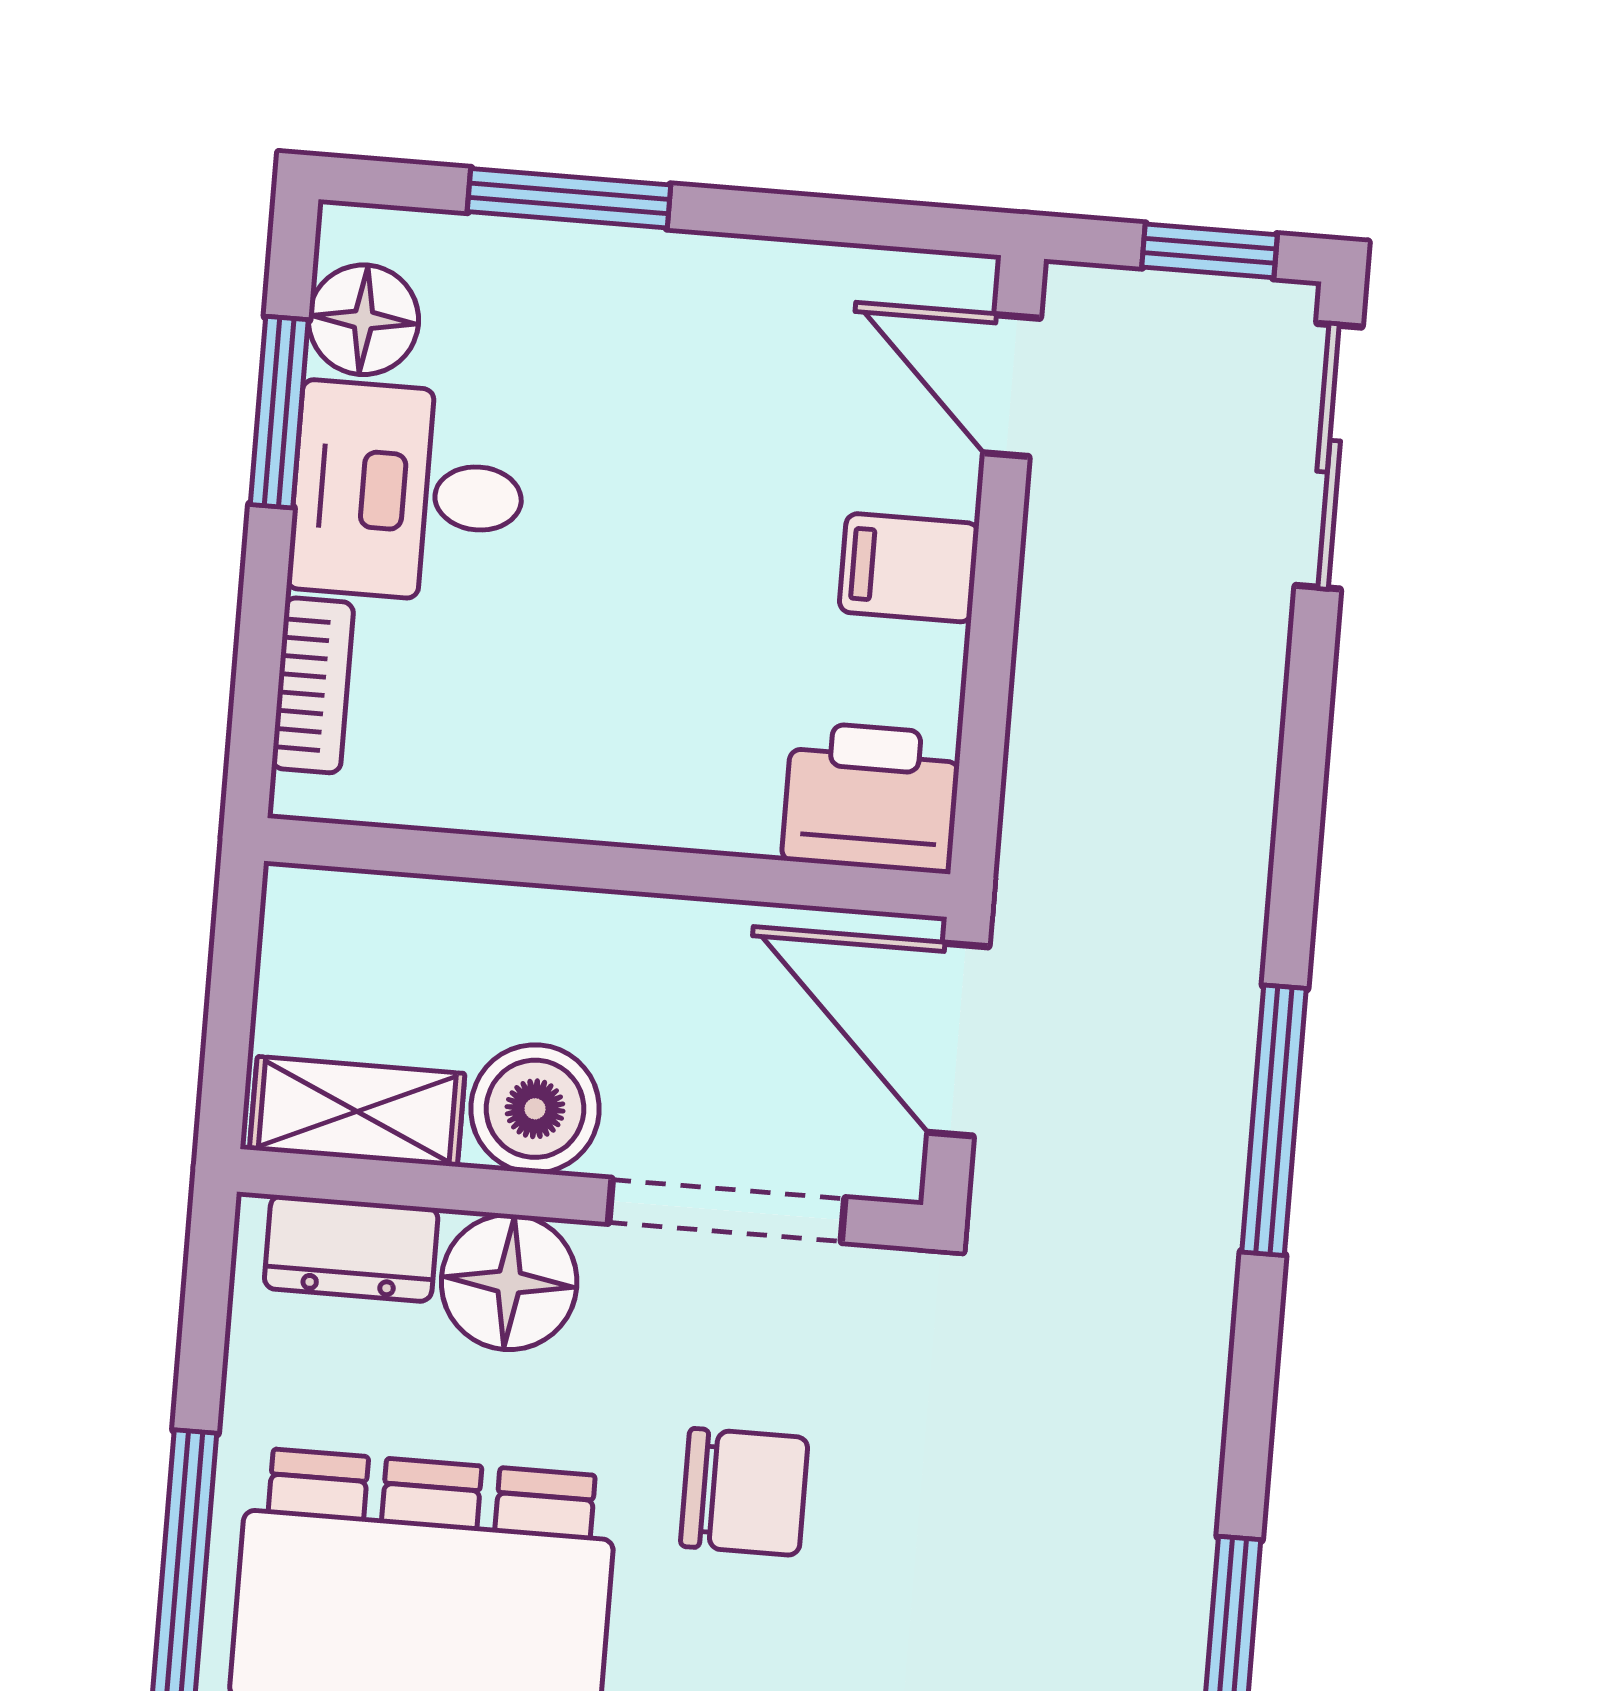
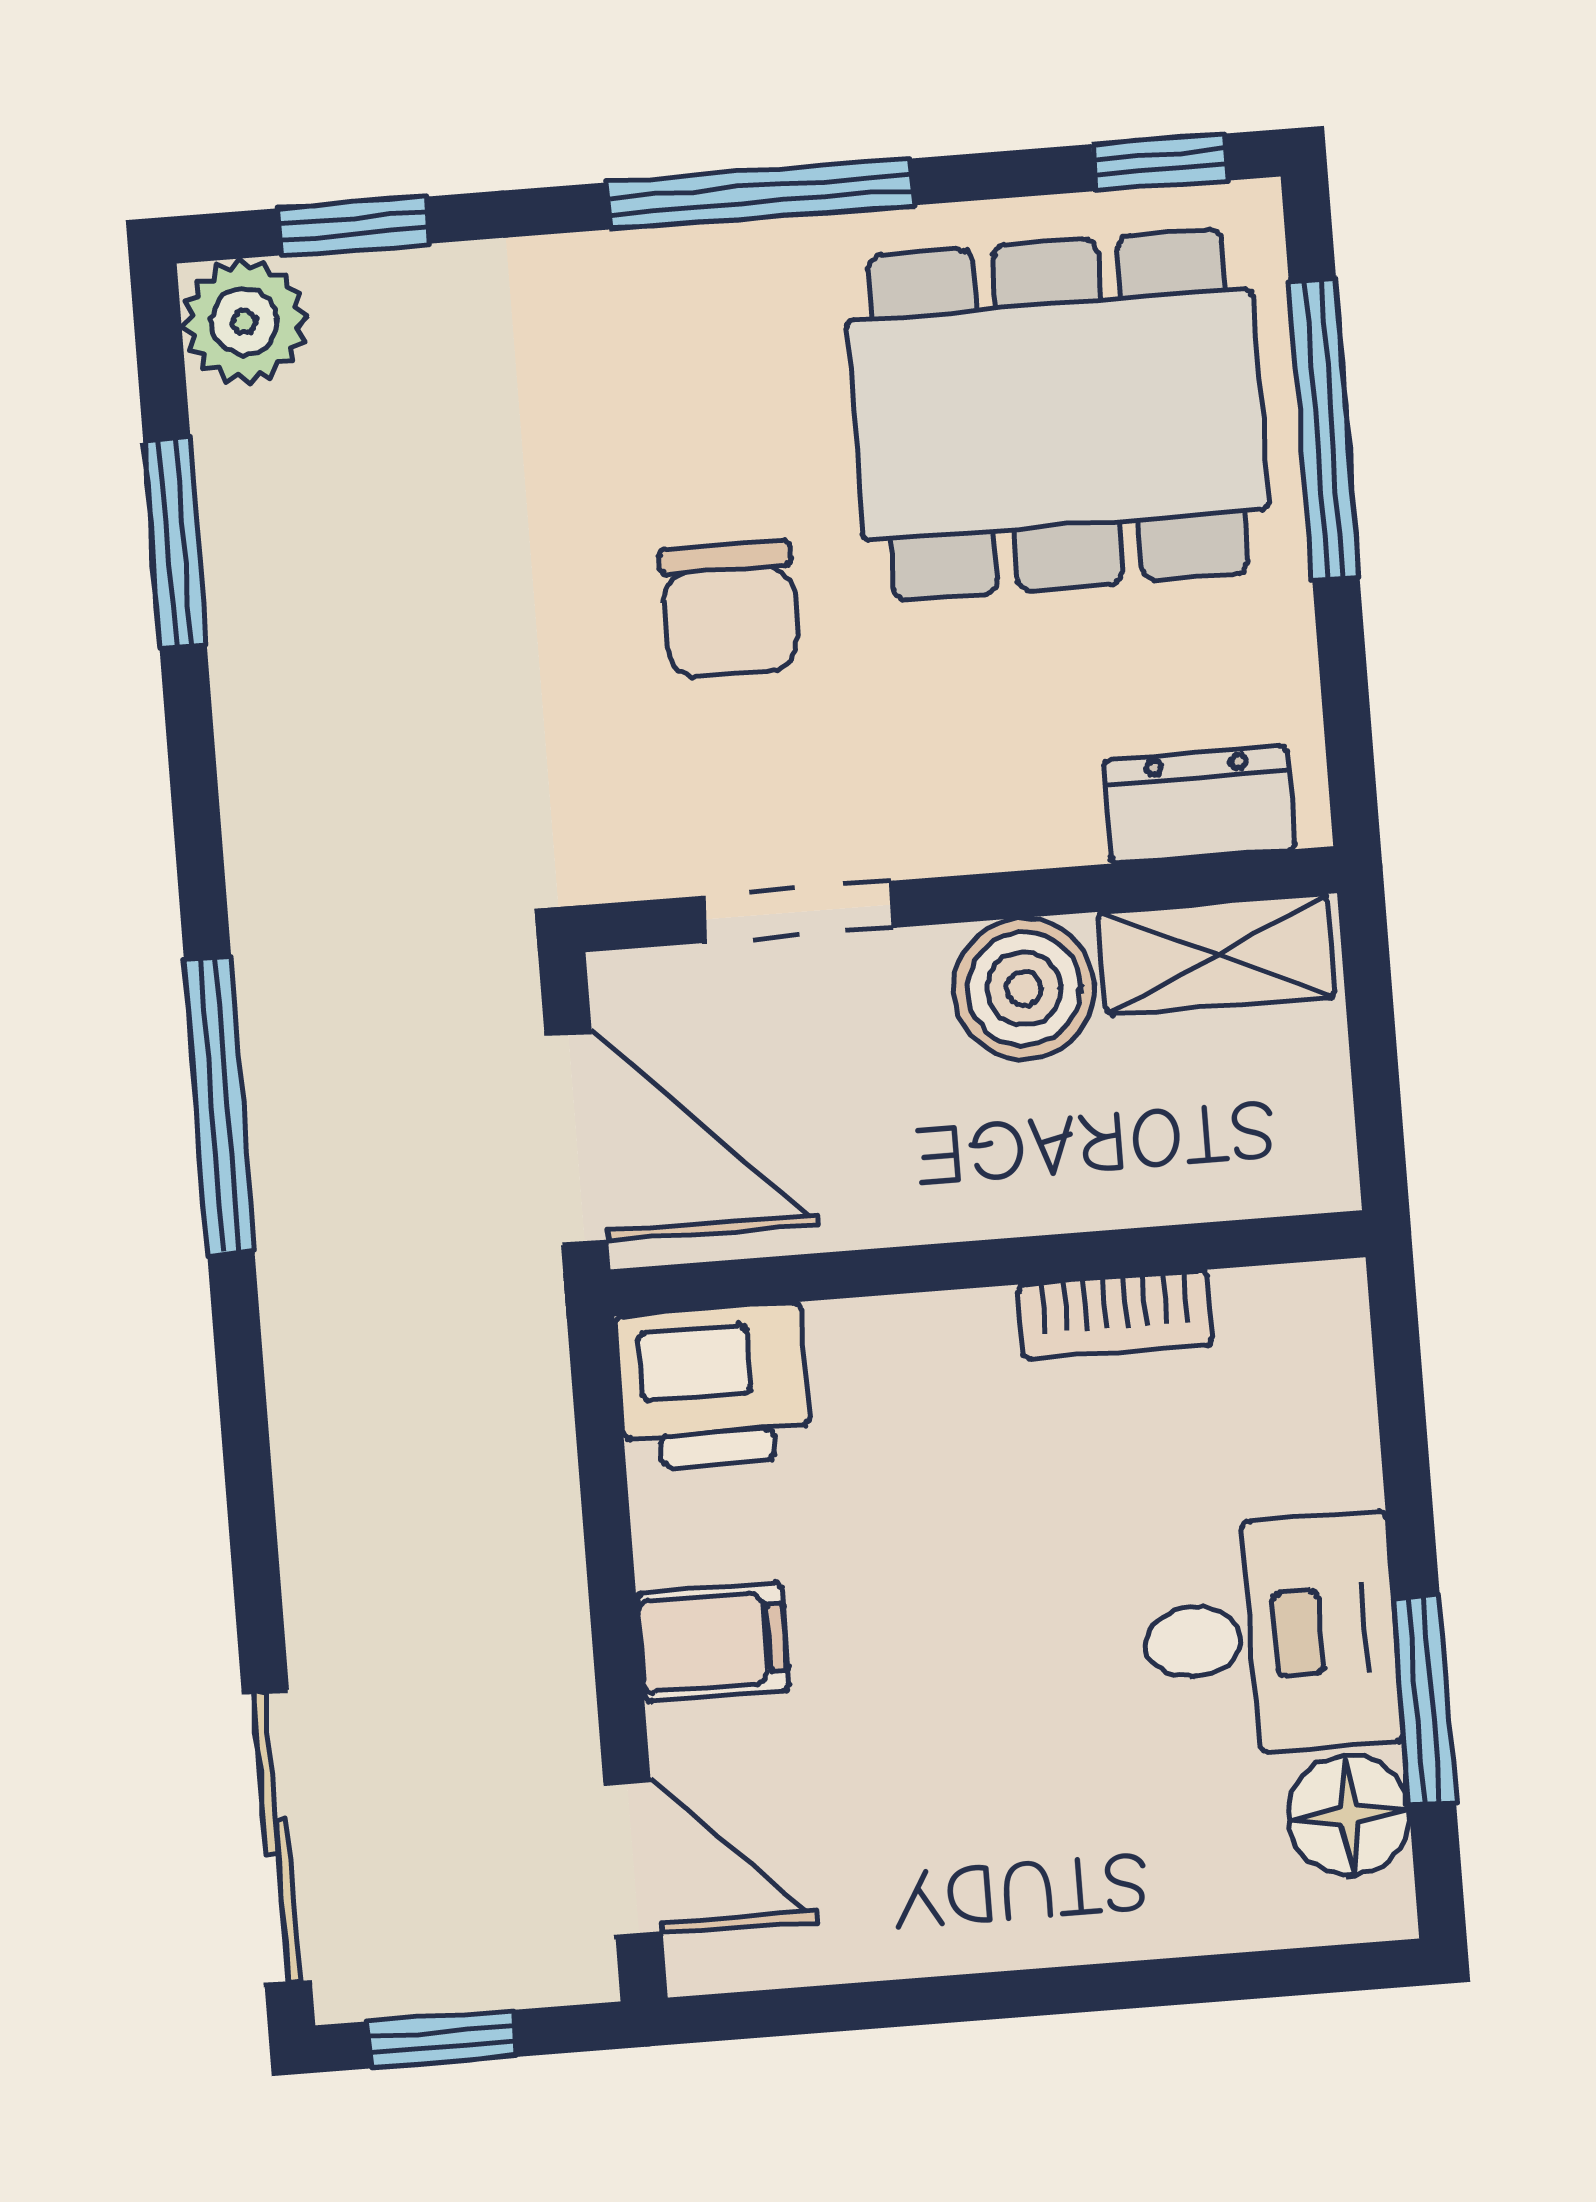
window: (569, 198) -> (1147, 1984), removed
bookcase: (313, 685) -> (1116, 1315), moved, turned -90
doorway: (727, 1210) -> (798, 912), width x0.73
floor lamp: (509, 1282) -> (1022, 796), removed
chair: (744, 1492) -> (729, 609), turned -90

